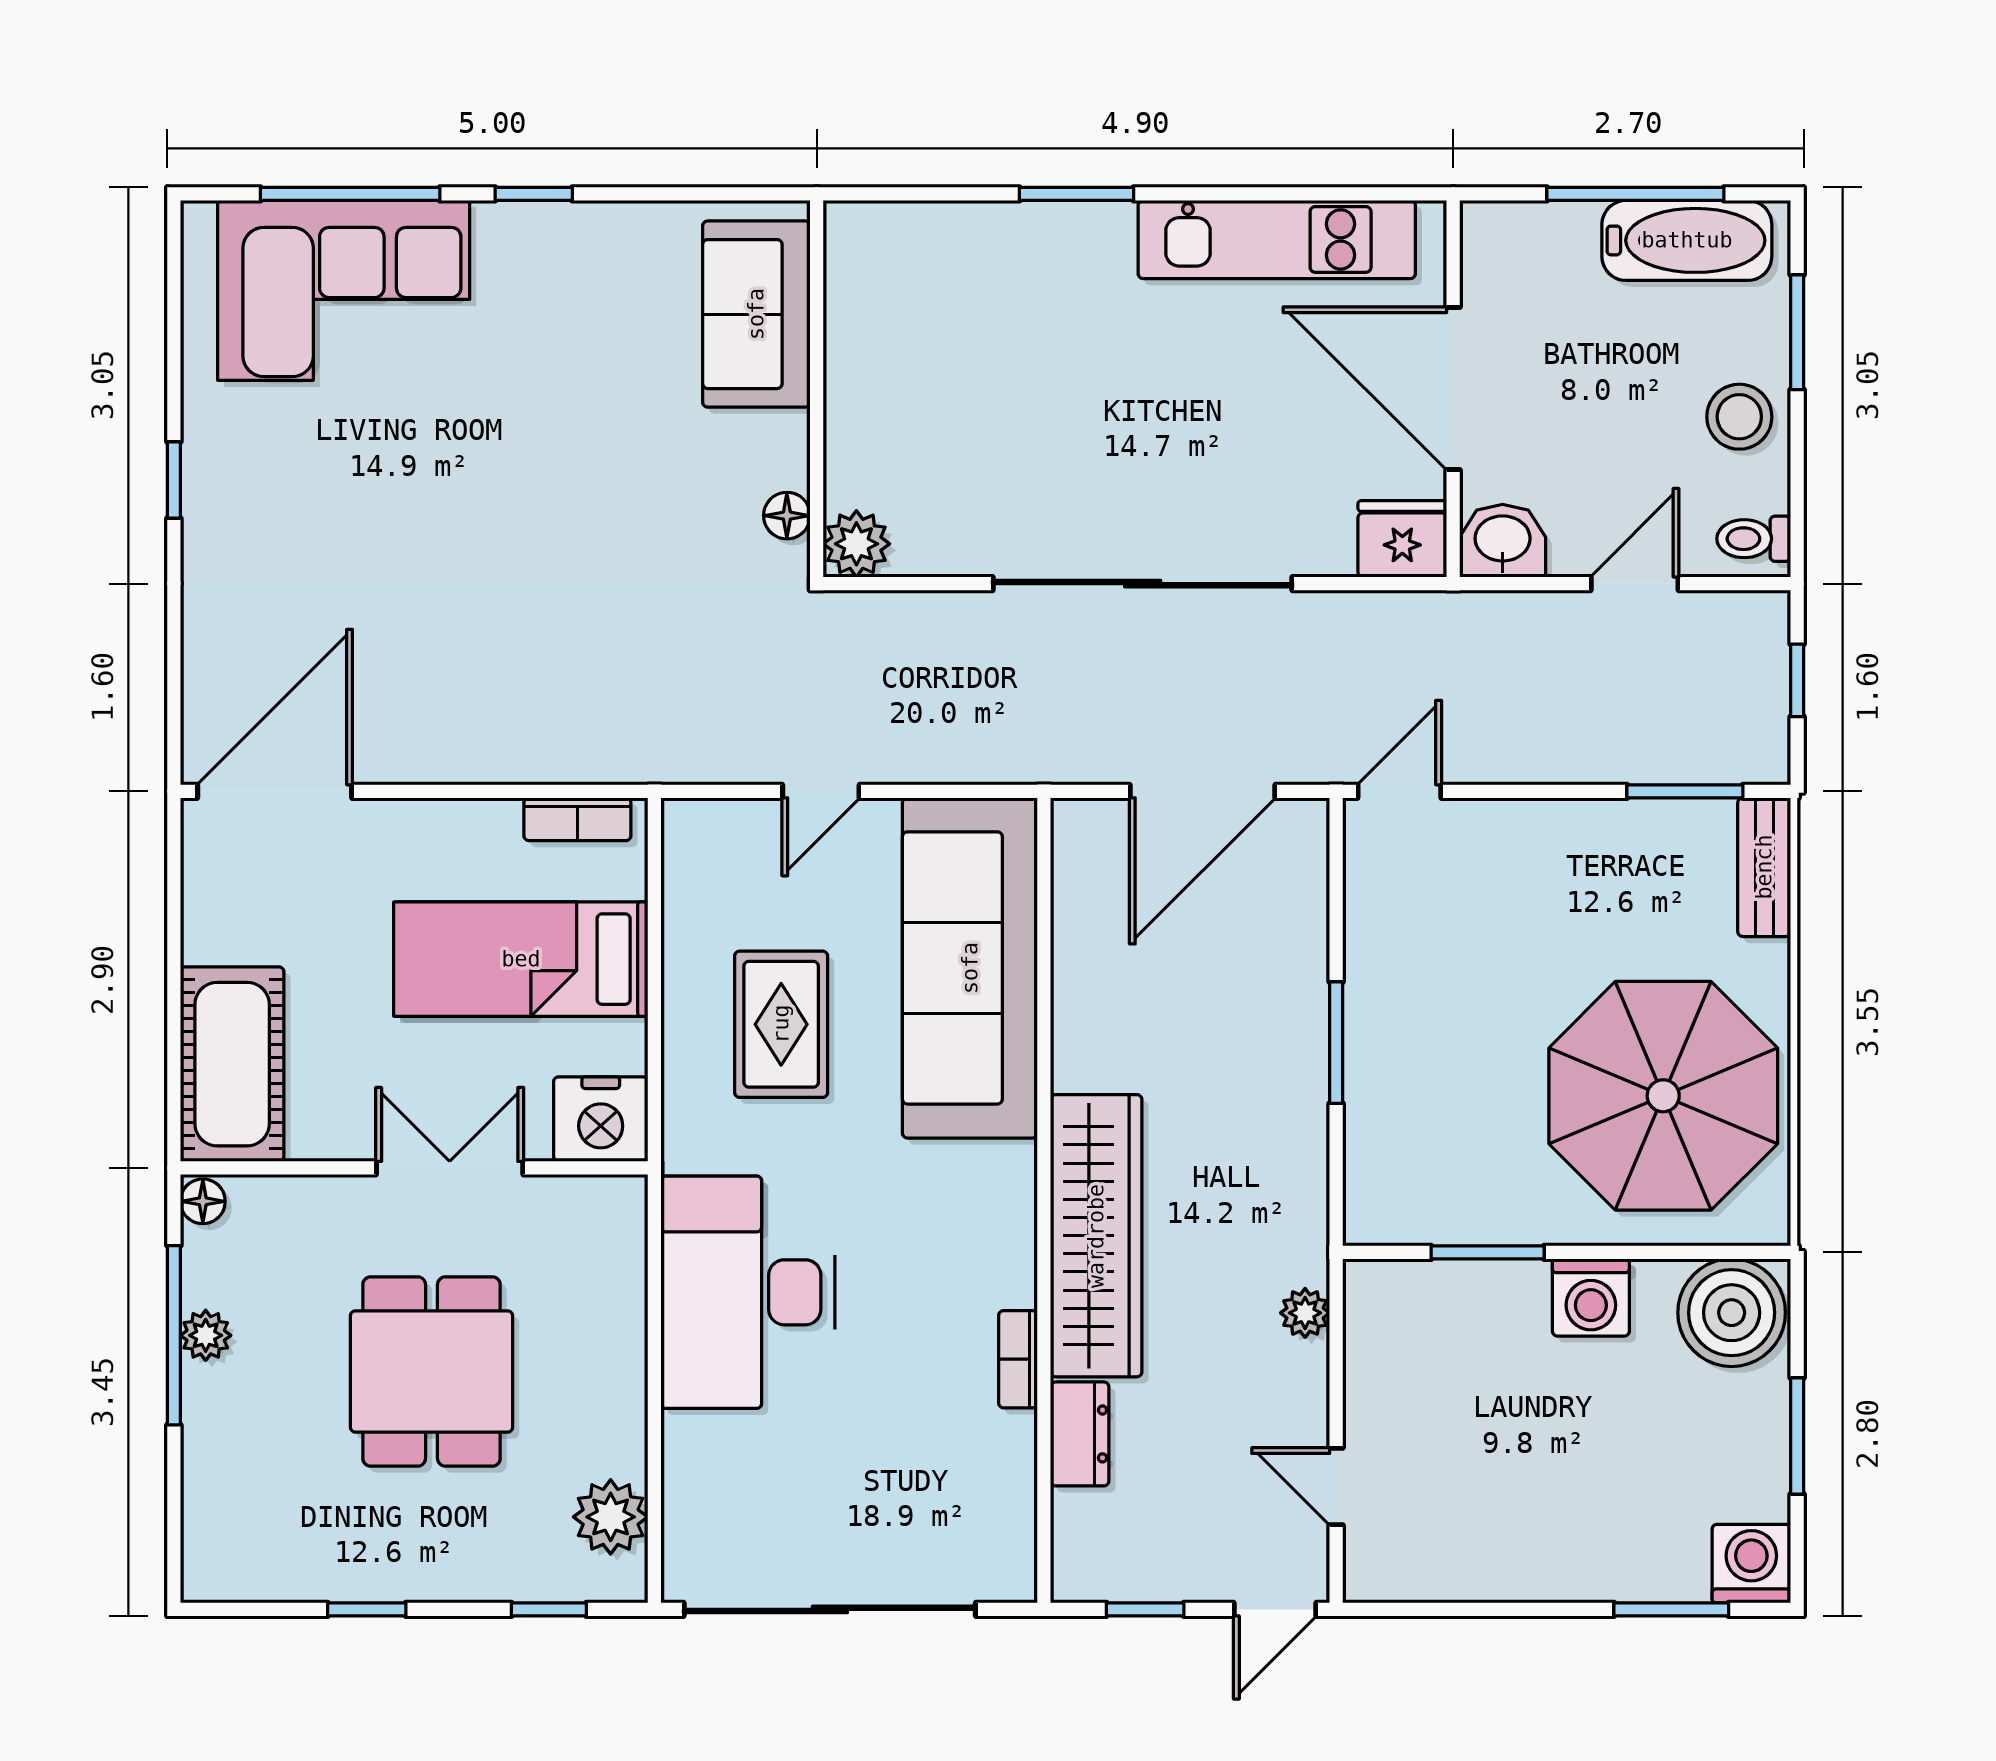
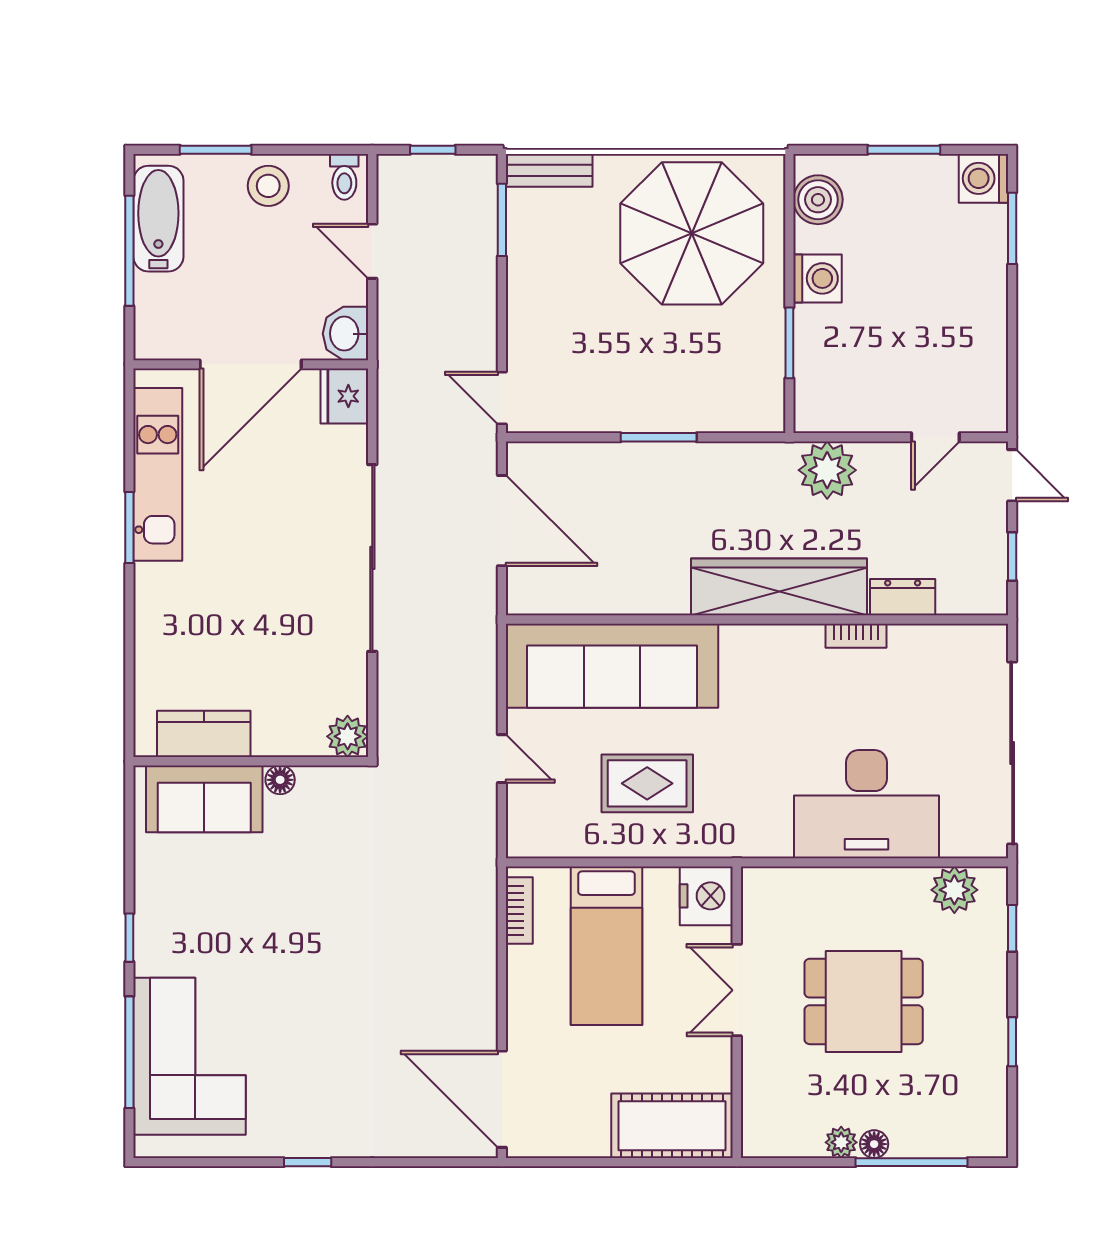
window: (1077, 194) -> (129, 527), moved
kitchen counter: (861, 313) -> (204, 734), added
floor lamp: (787, 516) -> (280, 780), moved
floor lamp: (203, 1201) -> (874, 1144), moved
desk: (748, 1292) -> (867, 804), moved
plant: (1305, 1313) -> (827, 470), width x1.87, depth x1.87
boiler: (1732, 1313) -> (818, 200), width x0.73, depth x0.73
window: (174, 1335) -> (912, 1162), moved

